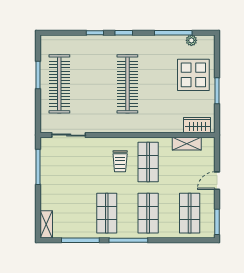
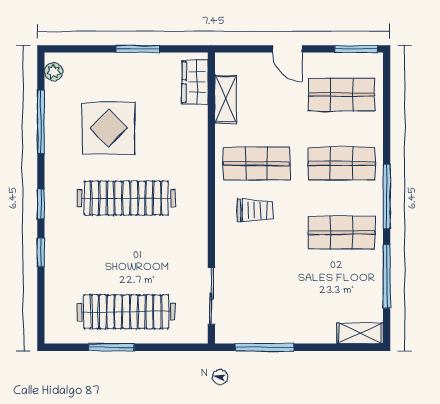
plant: (191, 40) -> (54, 72), moved
display table: (193, 75) -> (109, 128), moved

